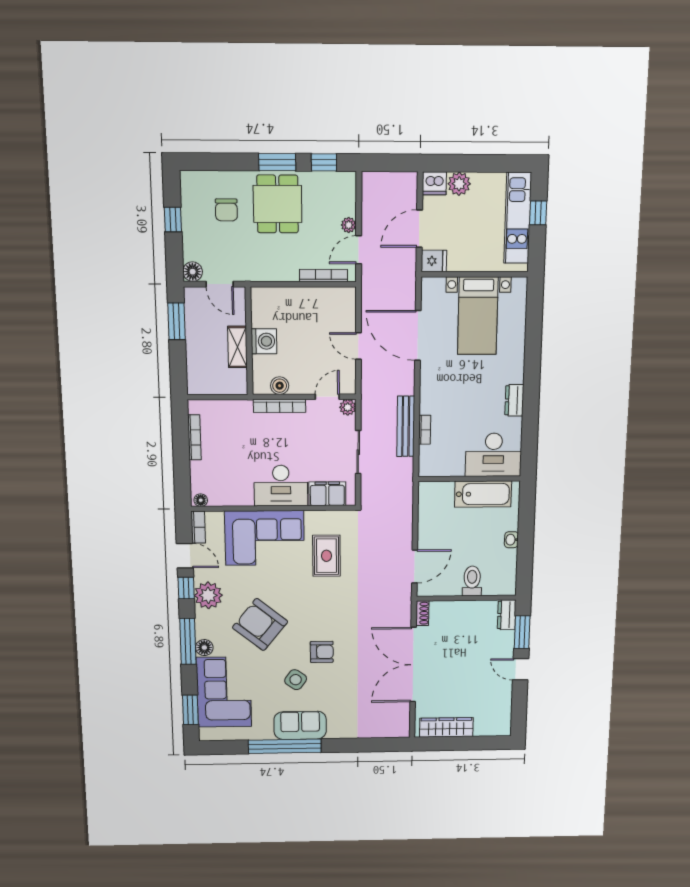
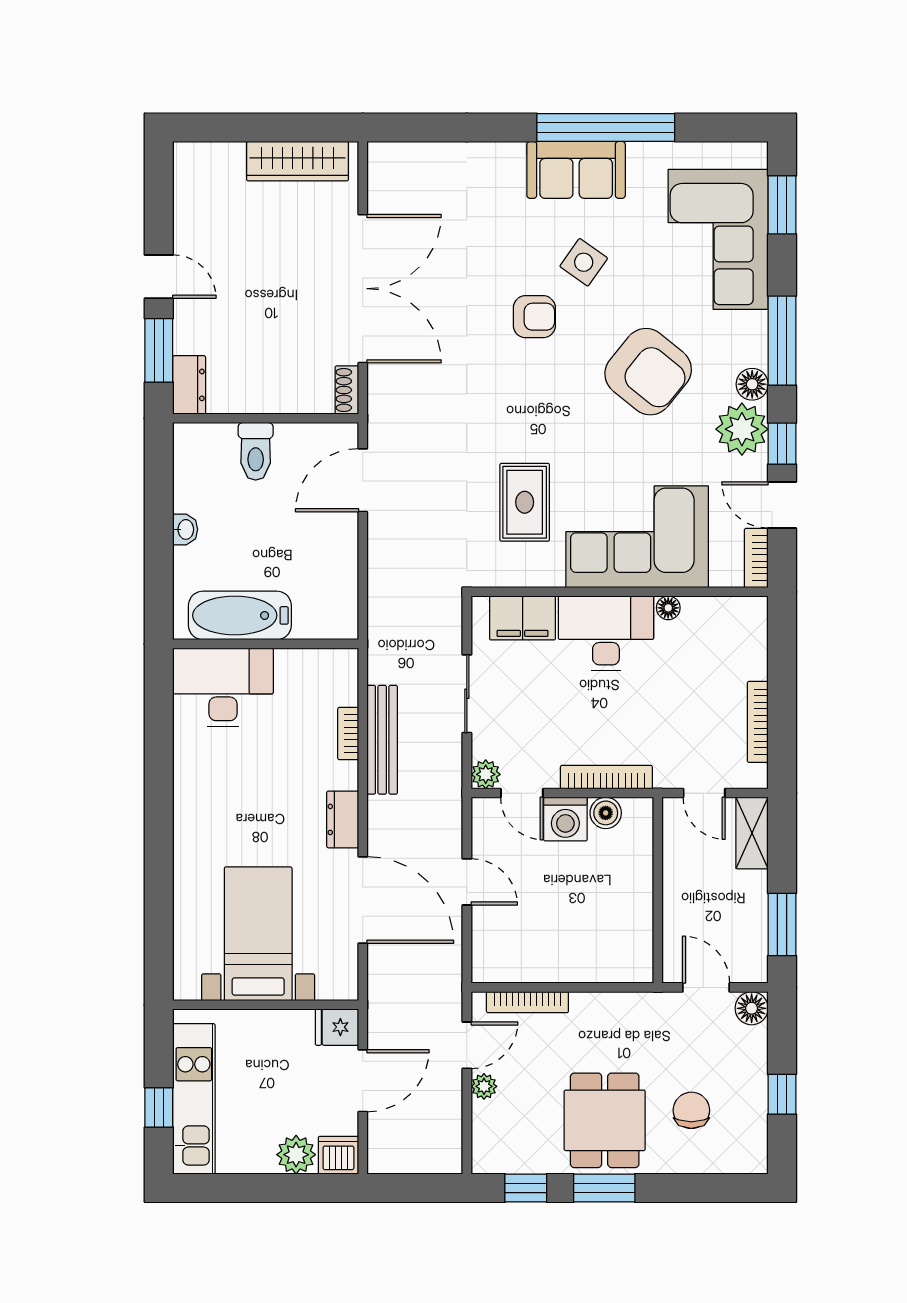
washing machine: (264, 341) -> (565, 819), moved, turned -90
shelving: (237, 347) -> (752, 833), moved
door: (224, 397) -> (704, 793), added
door: (327, 397) -> (522, 793), hinge flipped
dresser: (514, 400) -> (343, 819), moved, turned 180
floor lamp: (201, 500) -> (668, 608), moved
floor lamp: (204, 648) -> (752, 384), moved
armchair: (322, 652) -> (534, 317), turned 180

